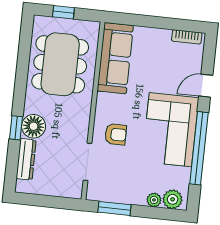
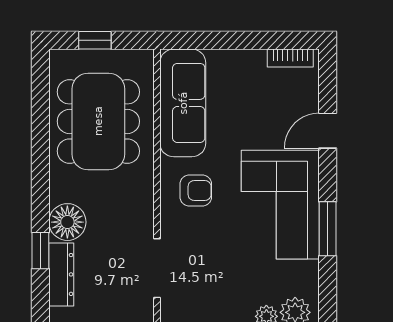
window: (16, 128) -> (40, 251), moved
armchair: (116, 134) -> (196, 191), moved
window: (199, 148) -> (328, 229), width x0.47

